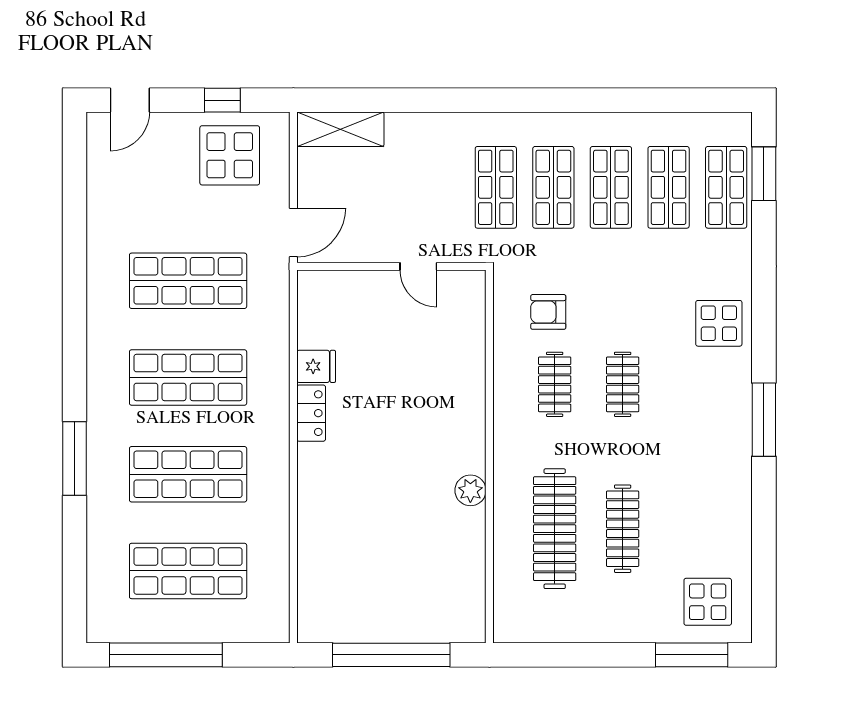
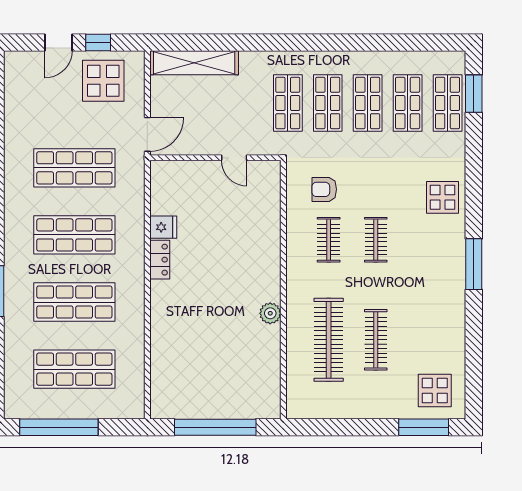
door: (130, 100) -> (59, 43), moved
shelving: (340, 129) -> (194, 63), width x1.47

